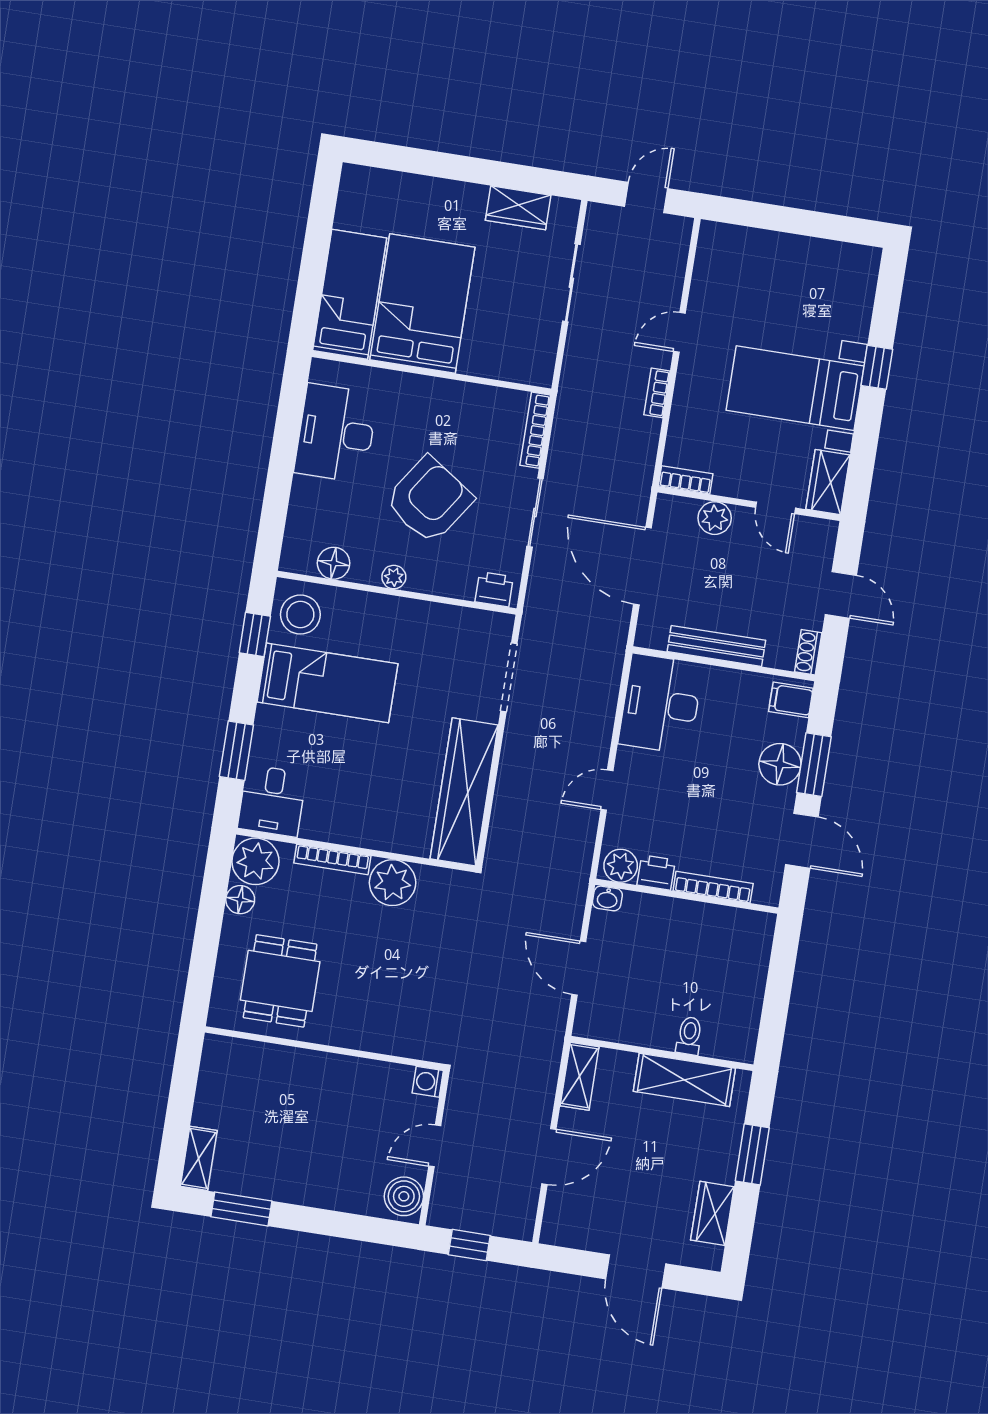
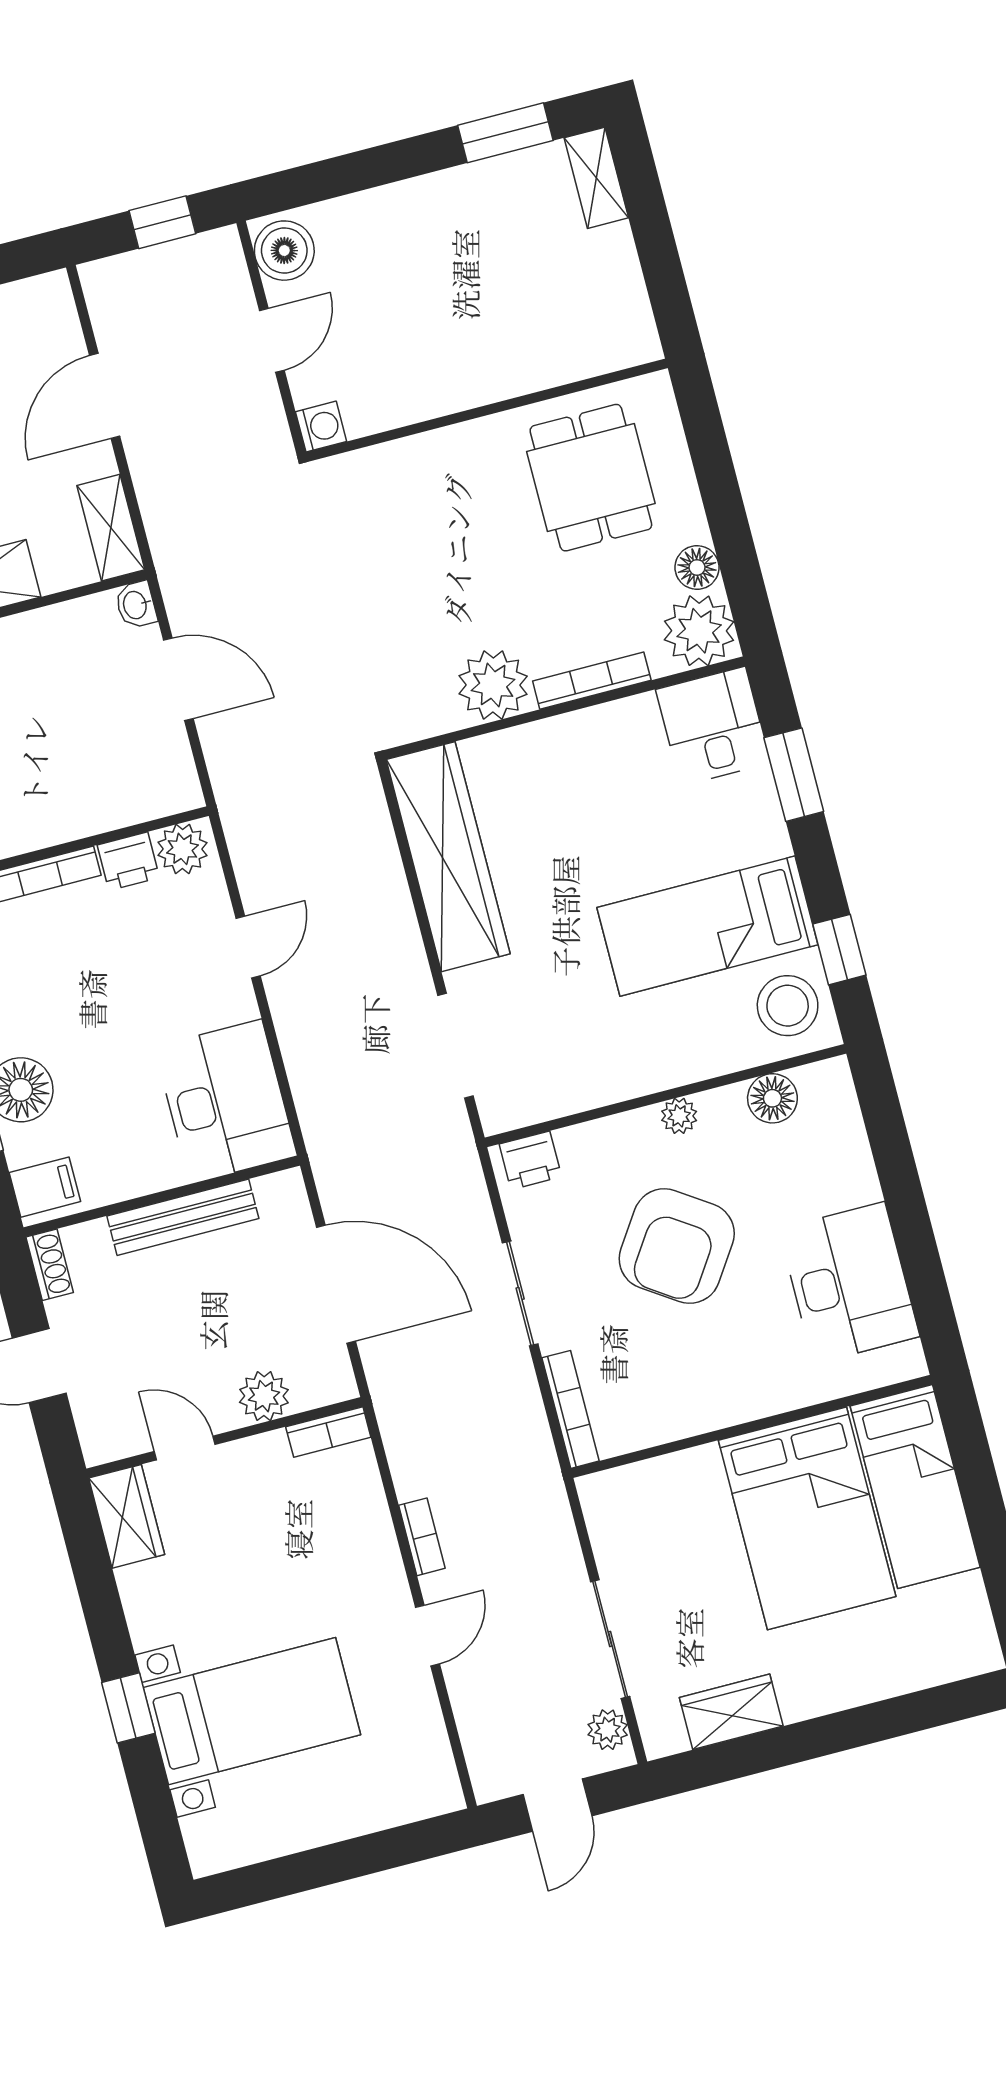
plant: (597, 229) -> (608, 1730), added
bed with nightstands: (795, 388) -> (252, 1711), moved
washbasin: (607, 898) -> (136, 605), moved, turned -90

